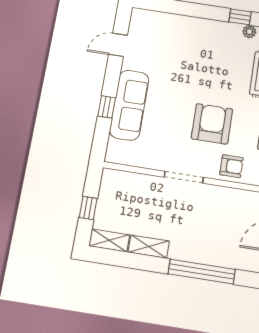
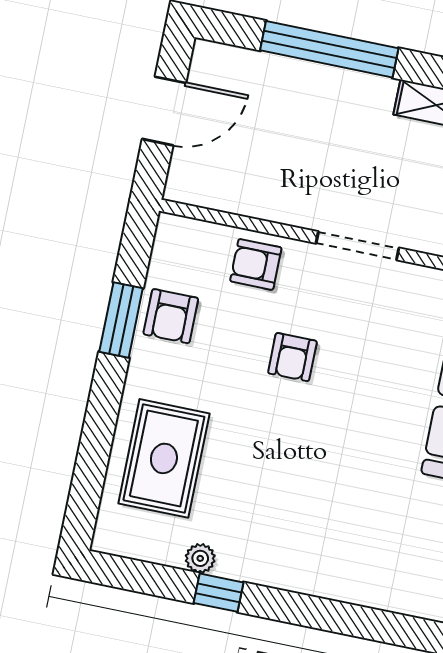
armchair: (212, 124) -> (292, 357), width x0.53, depth x0.53

